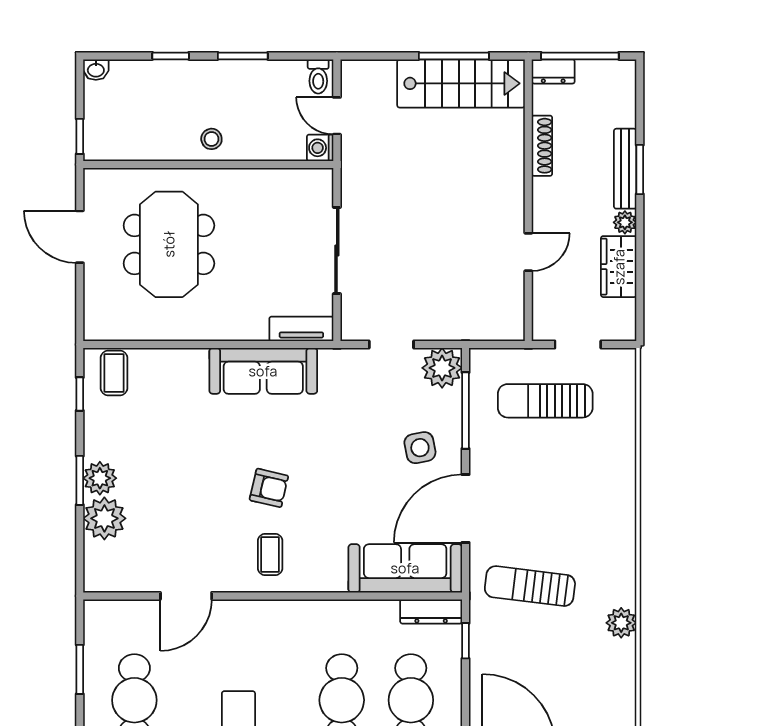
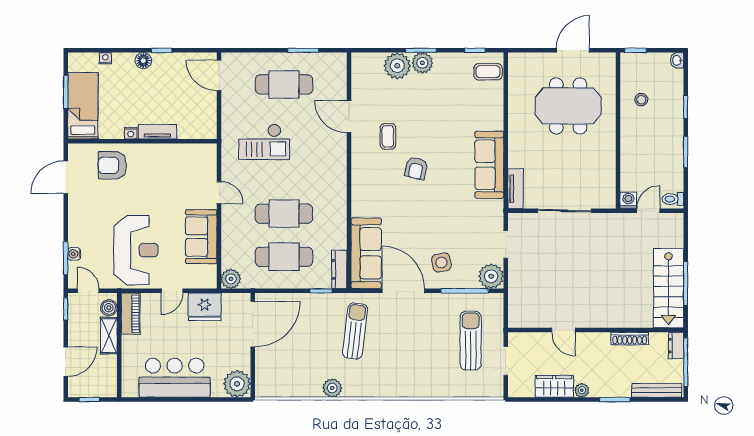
stool: (211, 139) -> (641, 100), moved
bench: (625, 169) -> (657, 390), moved
coffee table: (270, 554) -> (388, 136), moved, turned 90

